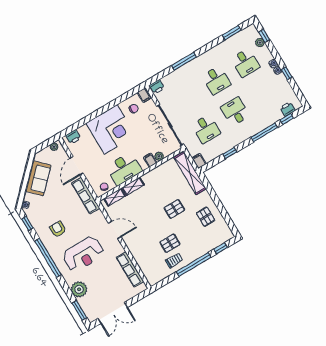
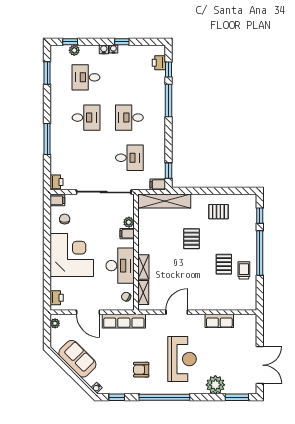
desk: (245, 63) -> (86, 77), turned 180
window: (230, 153) -> (168, 171), moved
row of seats: (130, 269) -> (219, 321), width x0.68

